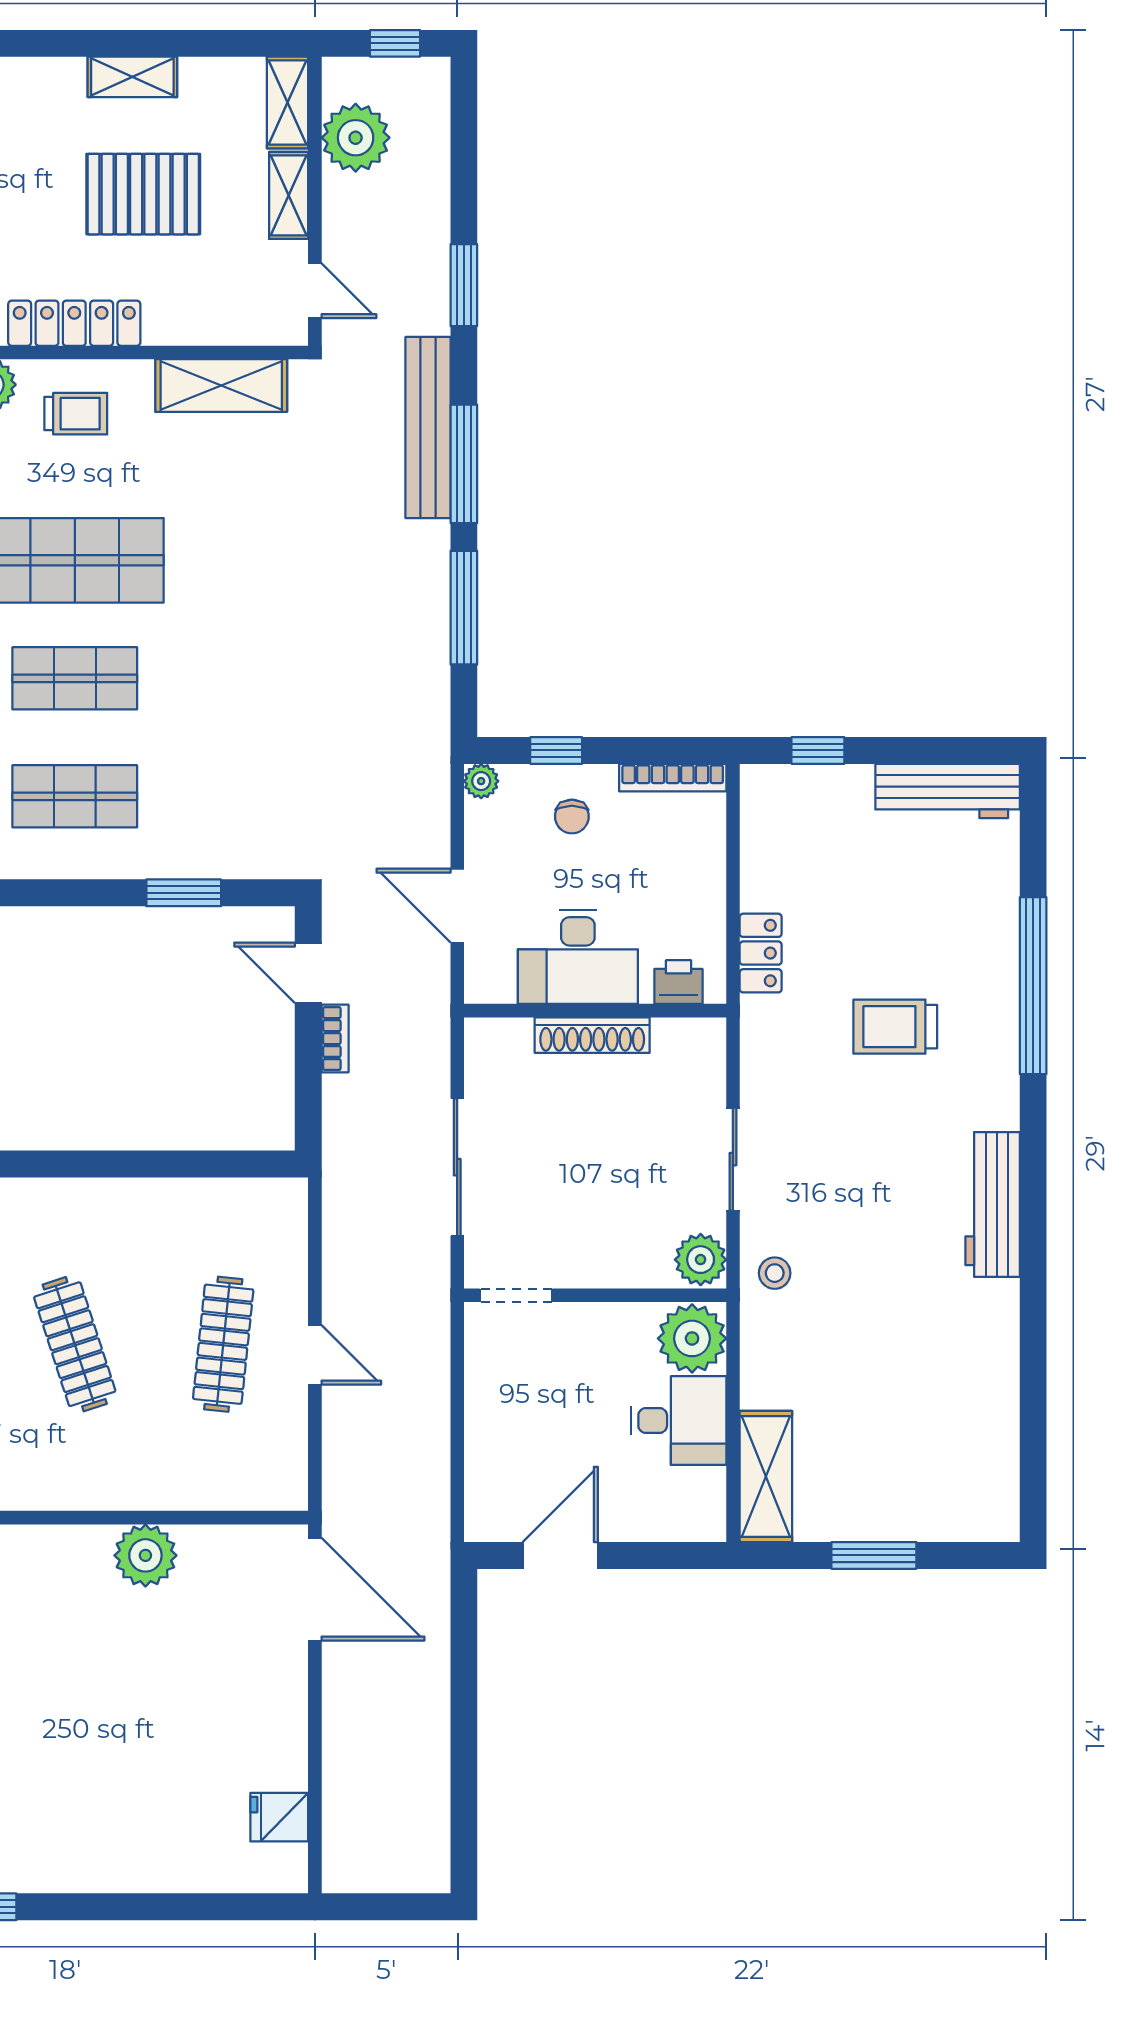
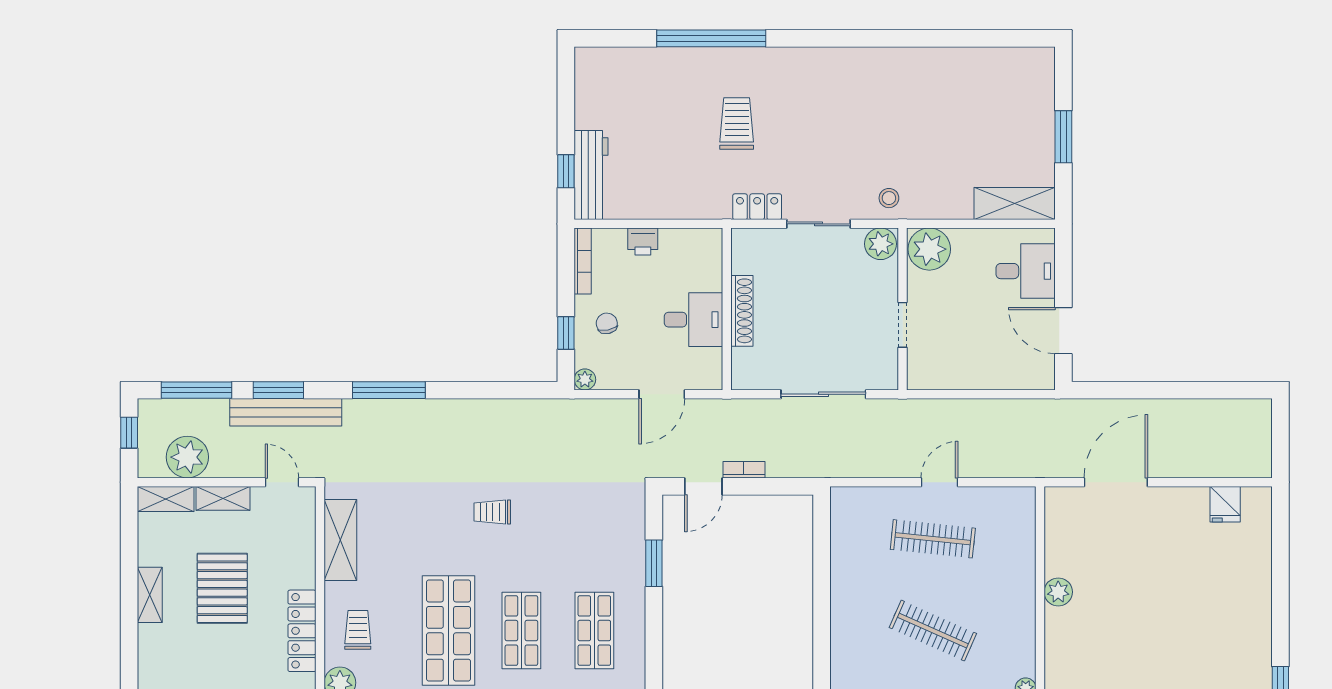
door: (315, 291) -> (282, 482), hinge flipped
bench: (428, 428) -> (286, 412), moved
window: (464, 608) -> (196, 390), moved
trolley: (267, 631) -> (492, 512), added
workbench: (948, 791) -> (591, 175), moved
chair: (572, 817) -> (607, 323), turned -102
locker: (761, 953) -> (757, 207), moved
desk: (578, 957) -> (693, 320), width x0.73
printer: (678, 982) -> (643, 242), moved, turned -90
trolley: (895, 1027) -> (737, 124), turned 180
workbench: (993, 1204) -> (846, 63), removed
doorway: (516, 1295) -> (903, 325), moved
clothes rail: (75, 1344) -> (933, 631), turned 42
desk: (678, 1421) -> (1026, 271), moved, turned 90
plant: (145, 1555) -> (1058, 592), width x0.73, depth x0.73
door: (315, 1589) -> (1116, 482), moved

